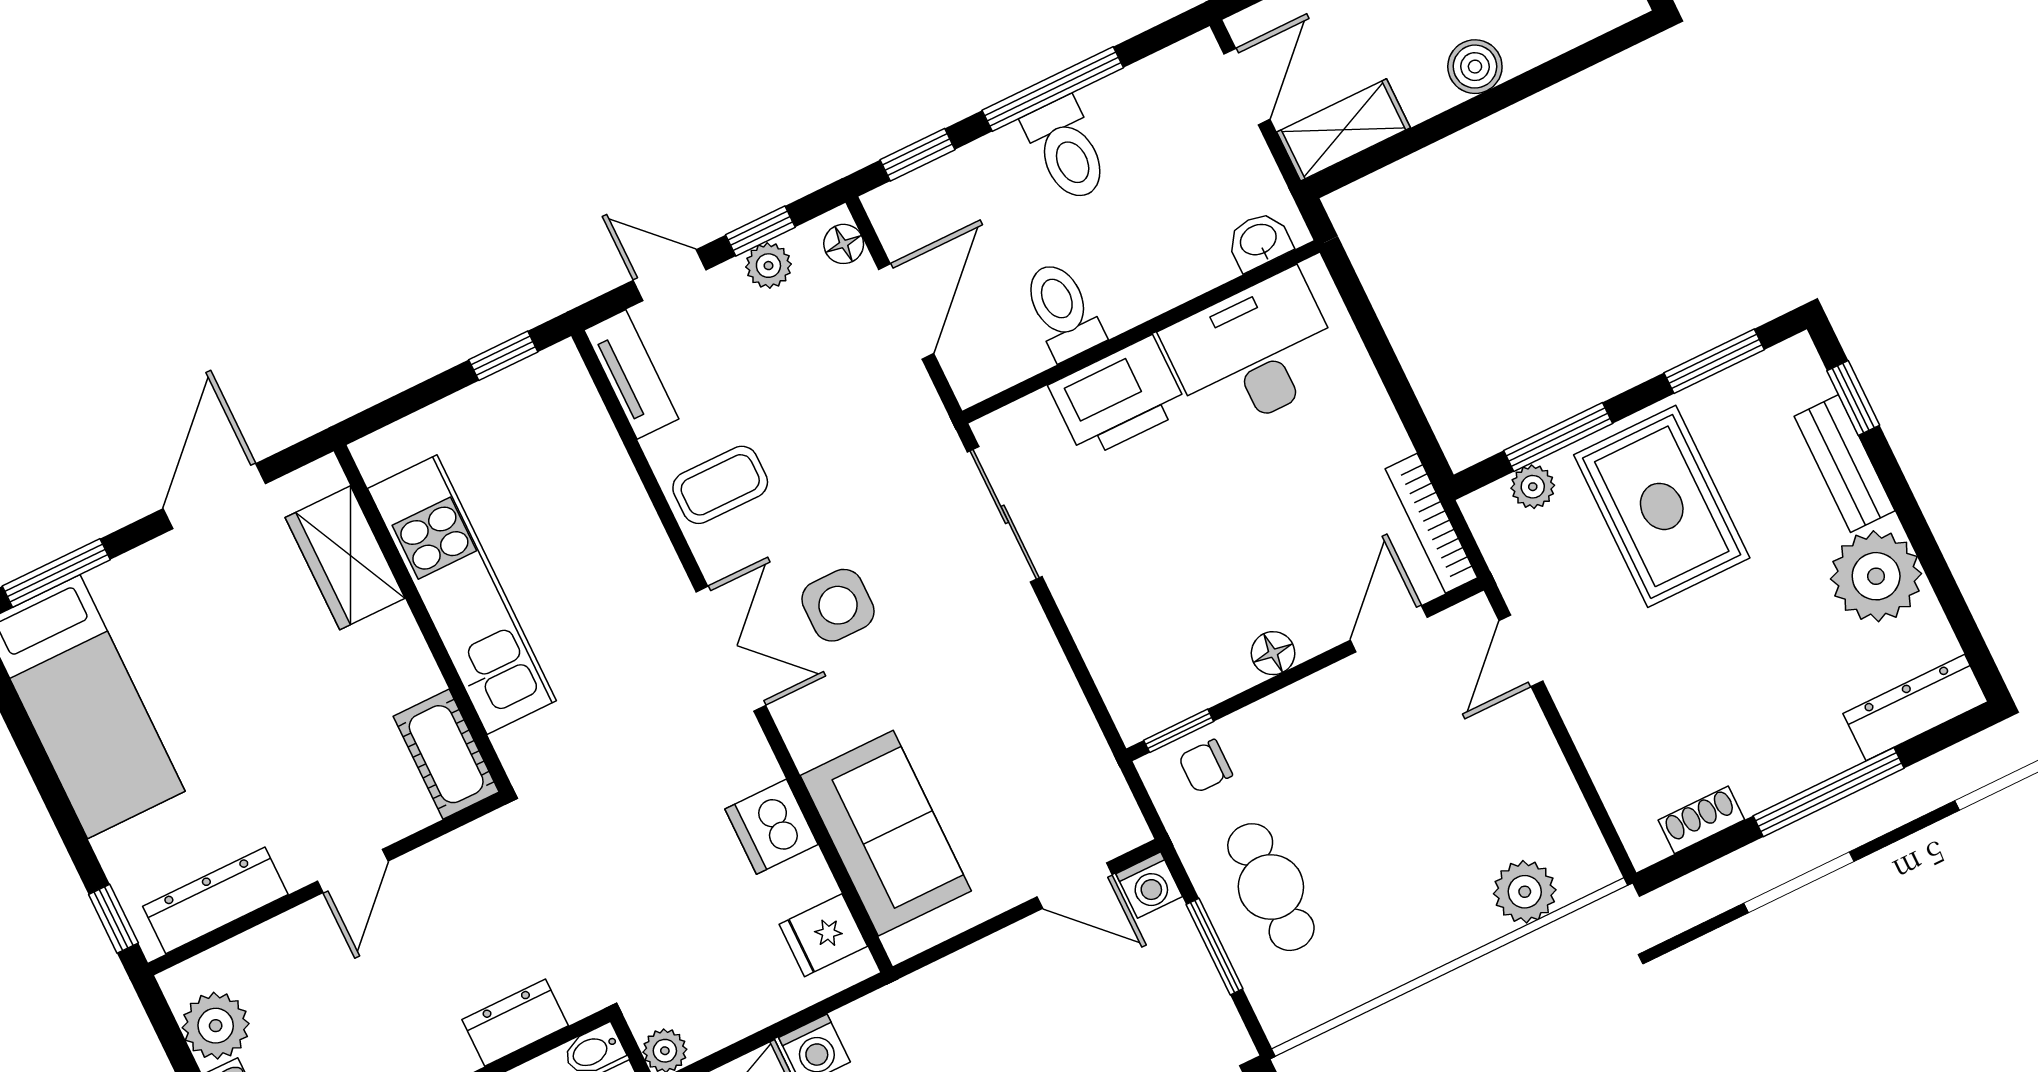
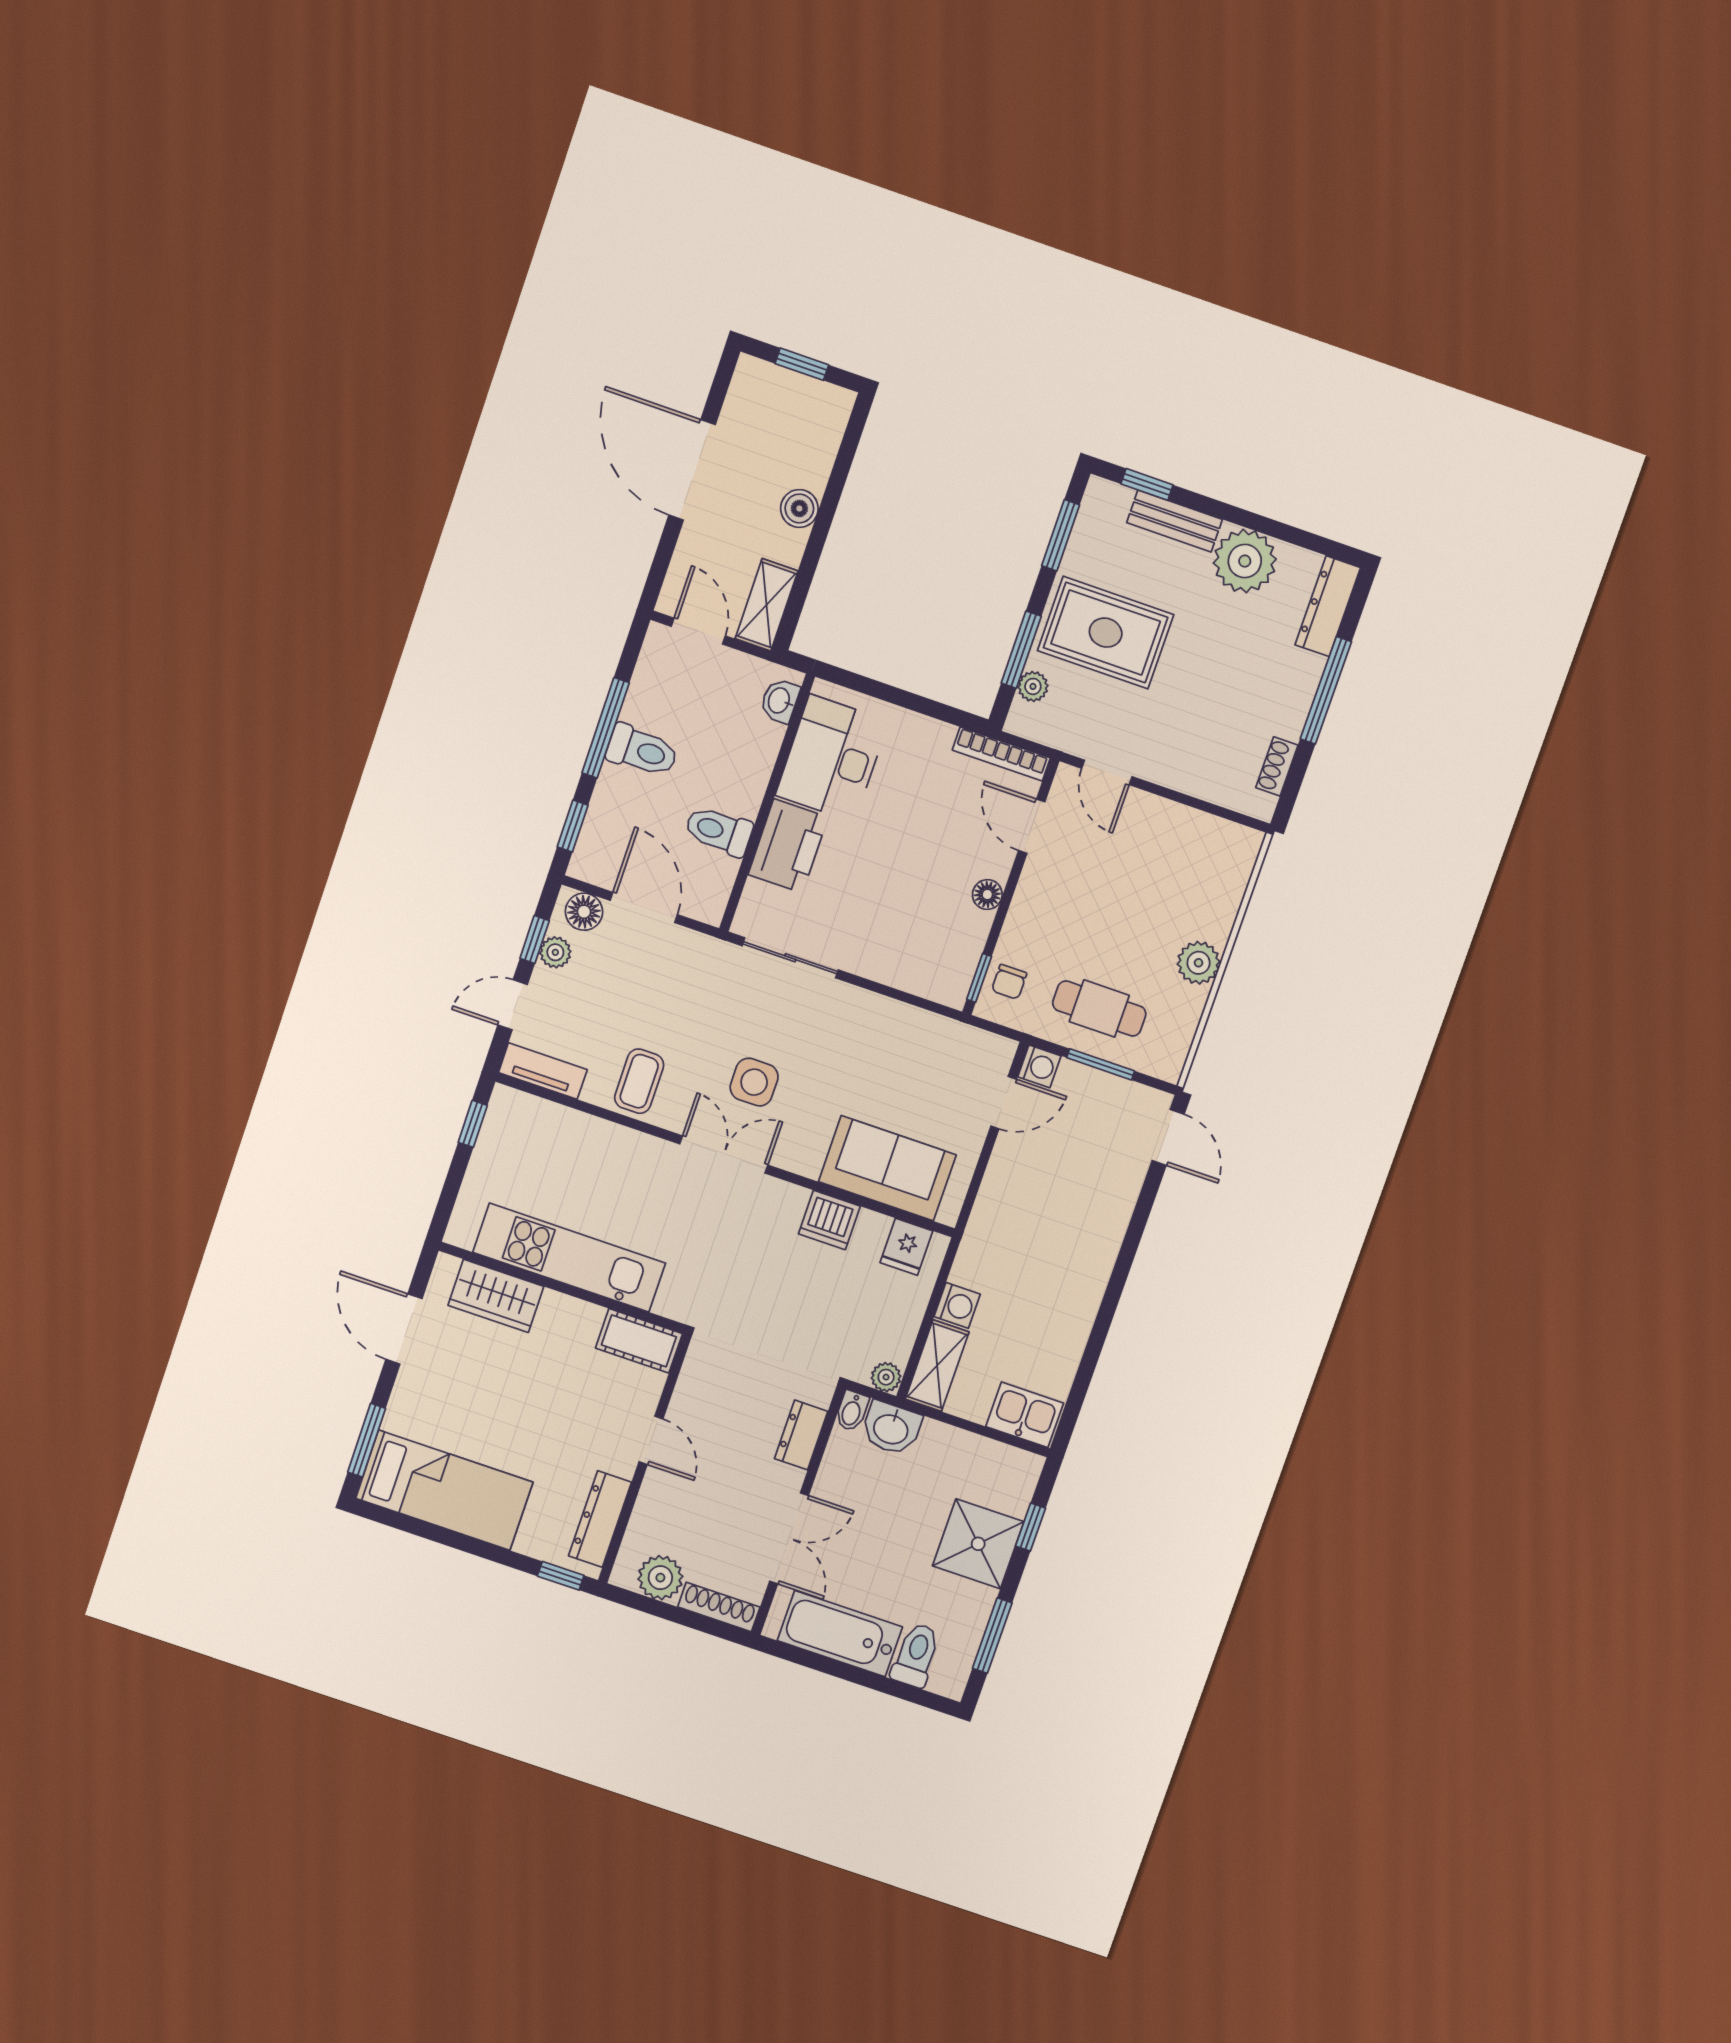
floor lamp: (844, 244) -> (584, 912), width x1.37, depth x1.37
plant: (1525, 892) -> (1199, 963), moved

